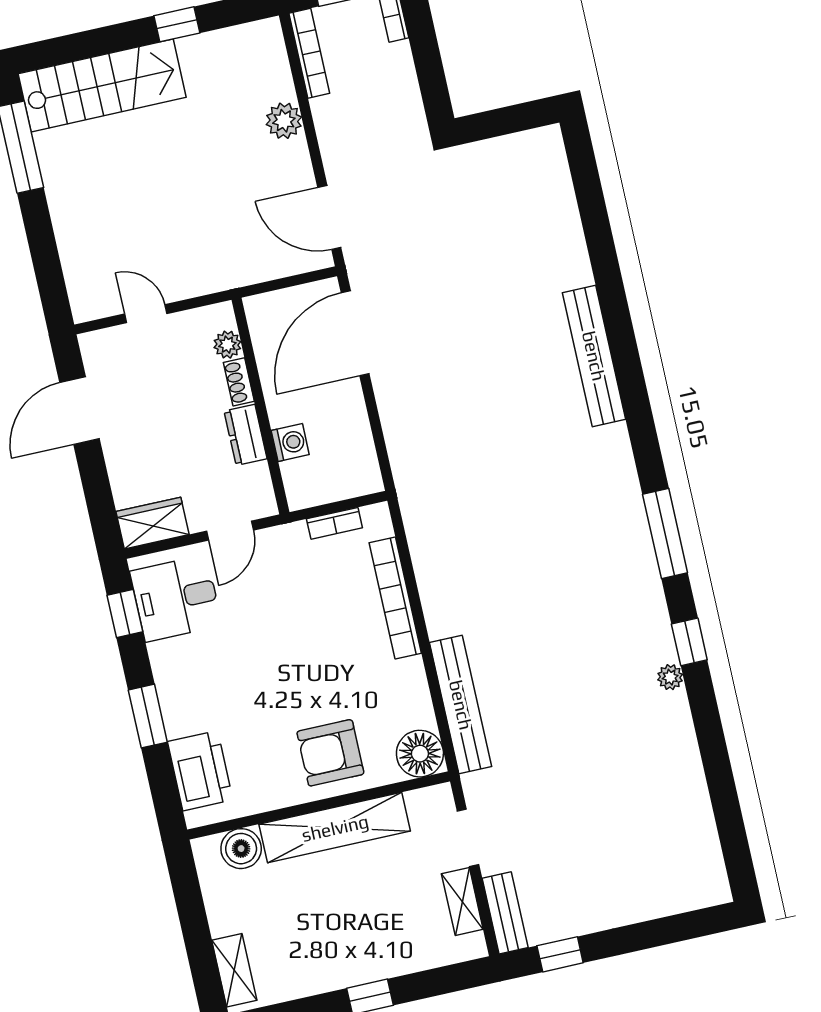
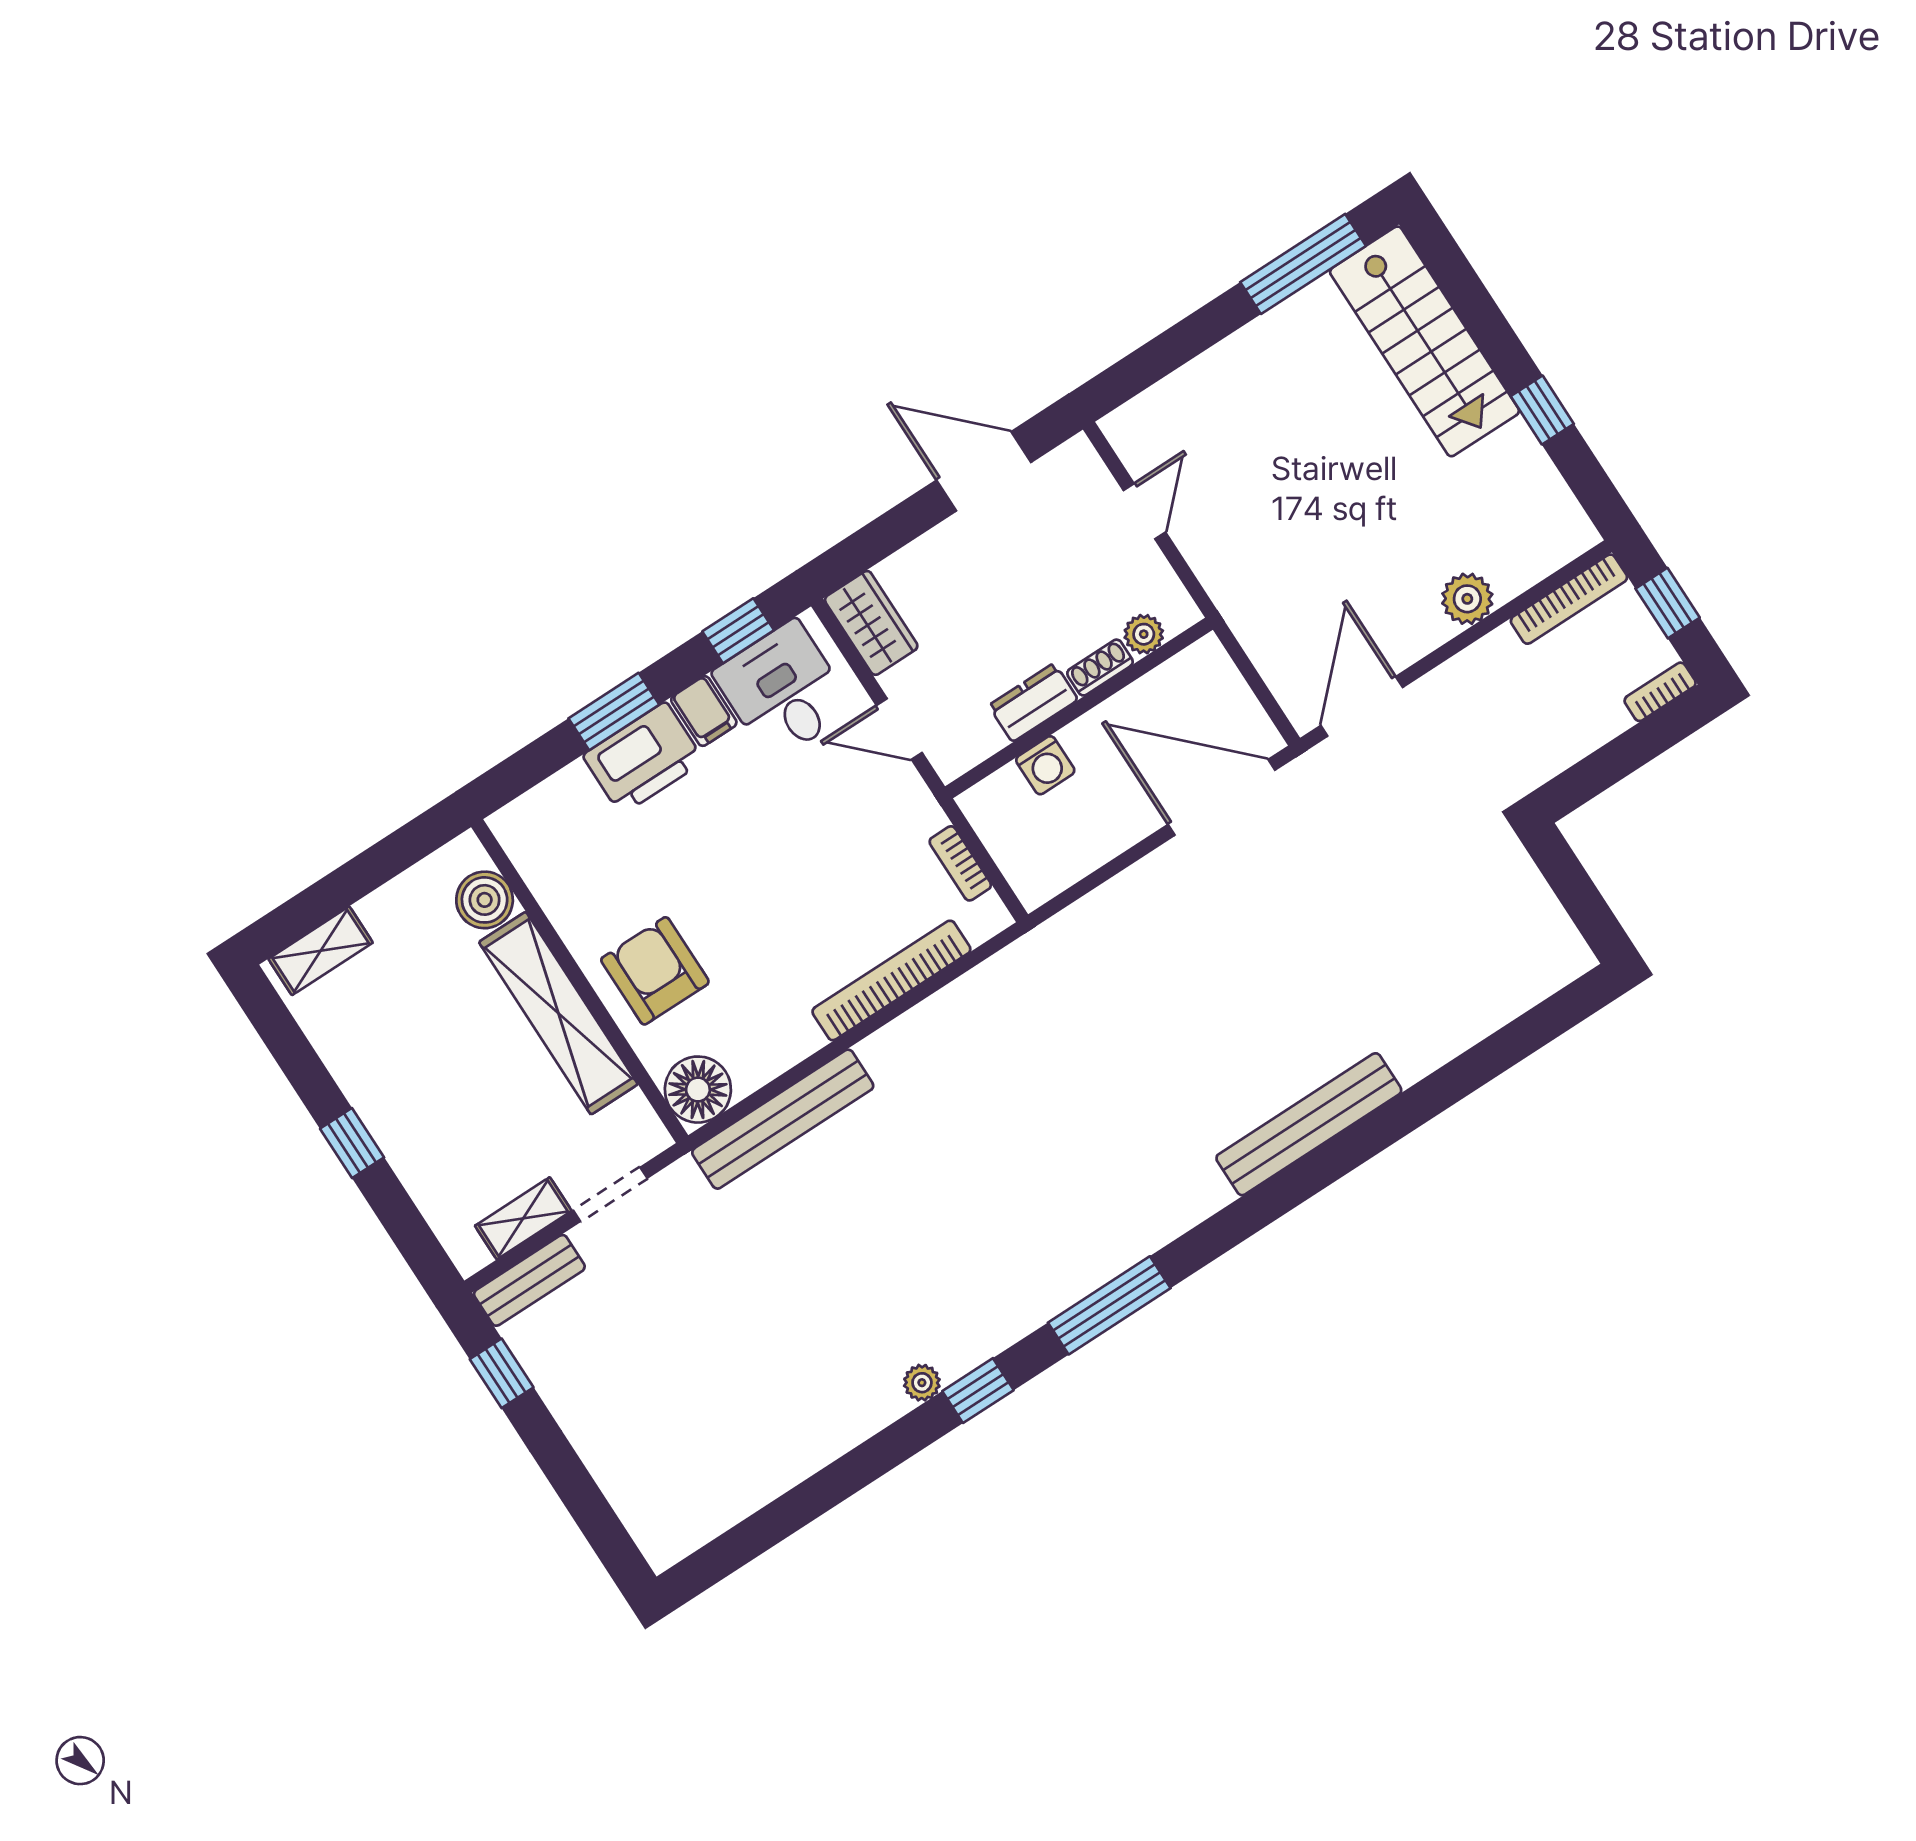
filing cabinet: (170, 656) -> (704, 711), added
printer: (200, 771) -> (643, 758), moved

